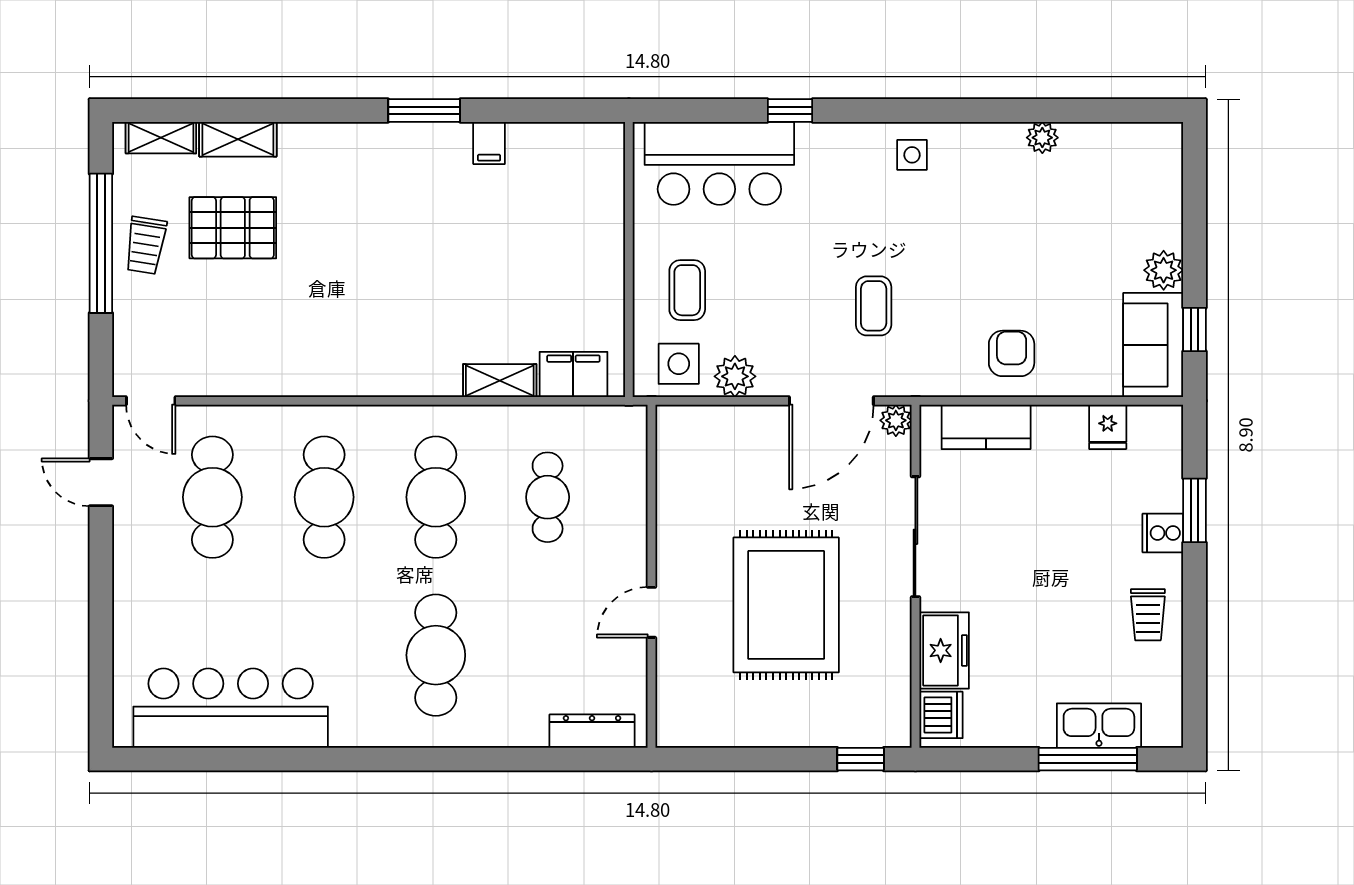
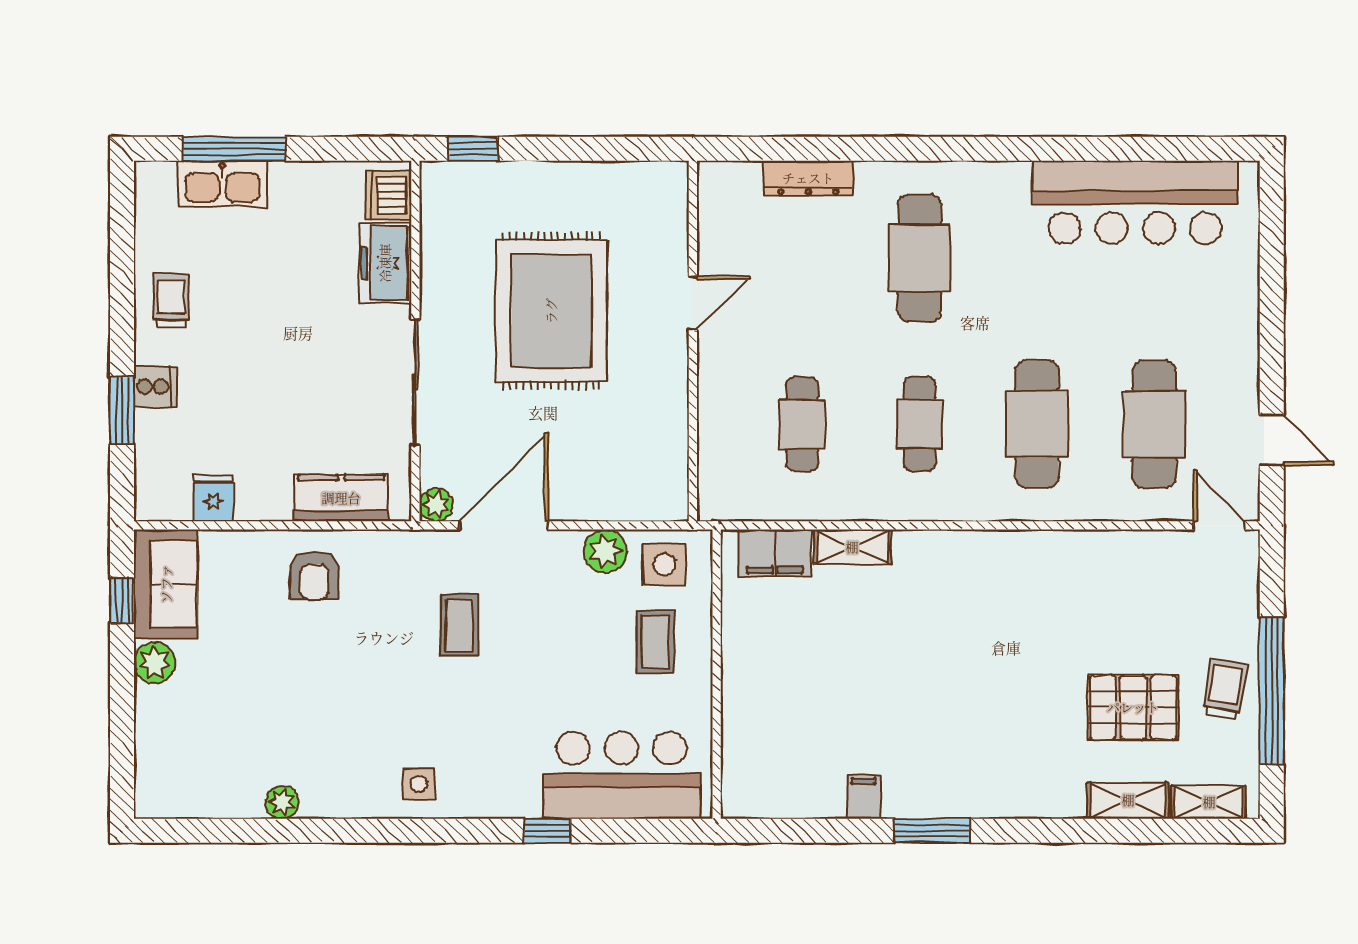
cafe table: (436, 497) -> (920, 424), width x0.73, depth x0.74
dresser: (592, 731) -> (808, 178), moved

